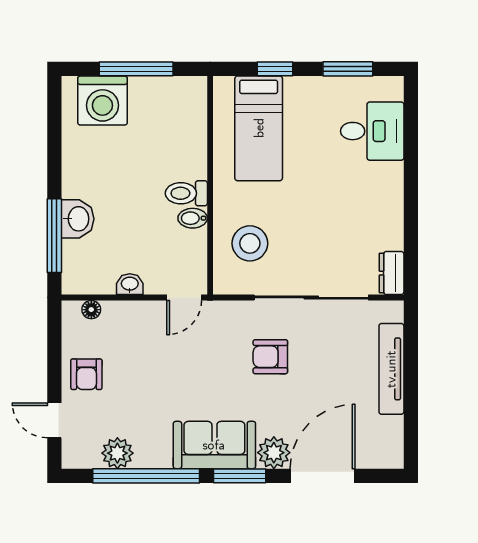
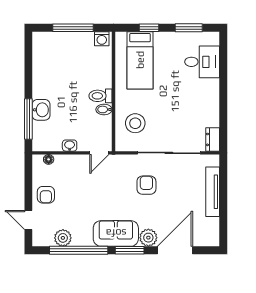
washing machine: (102, 100) -> (102, 39), moved, width x0.53, depth x0.53
armchair: (270, 357) -> (146, 185), turned 90

